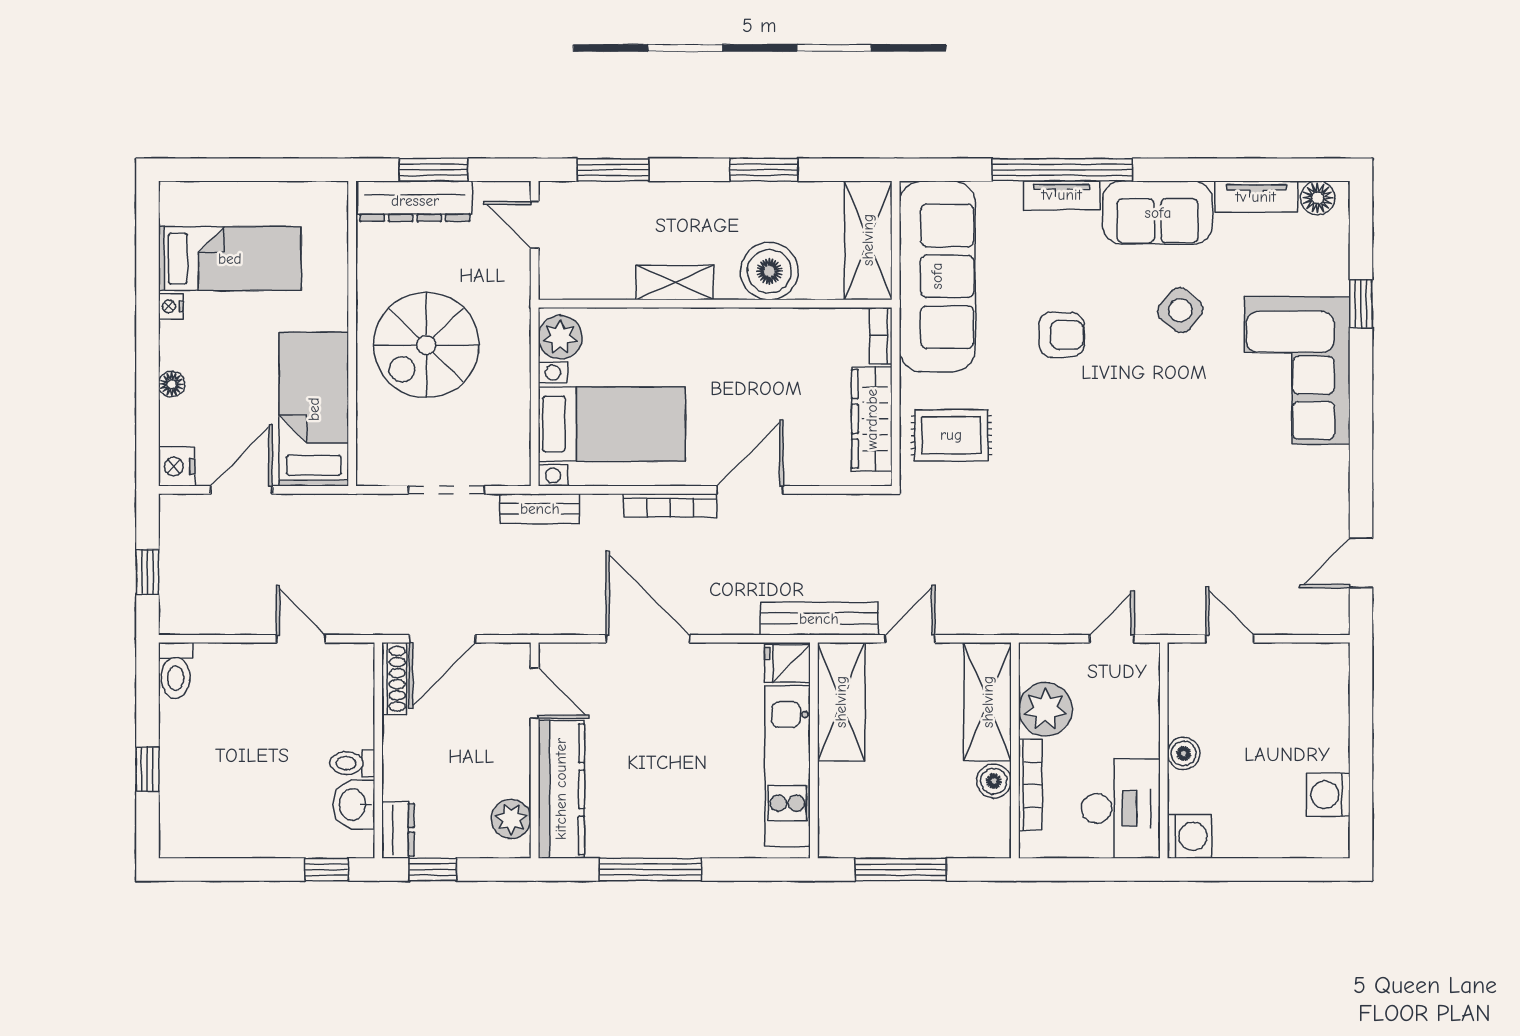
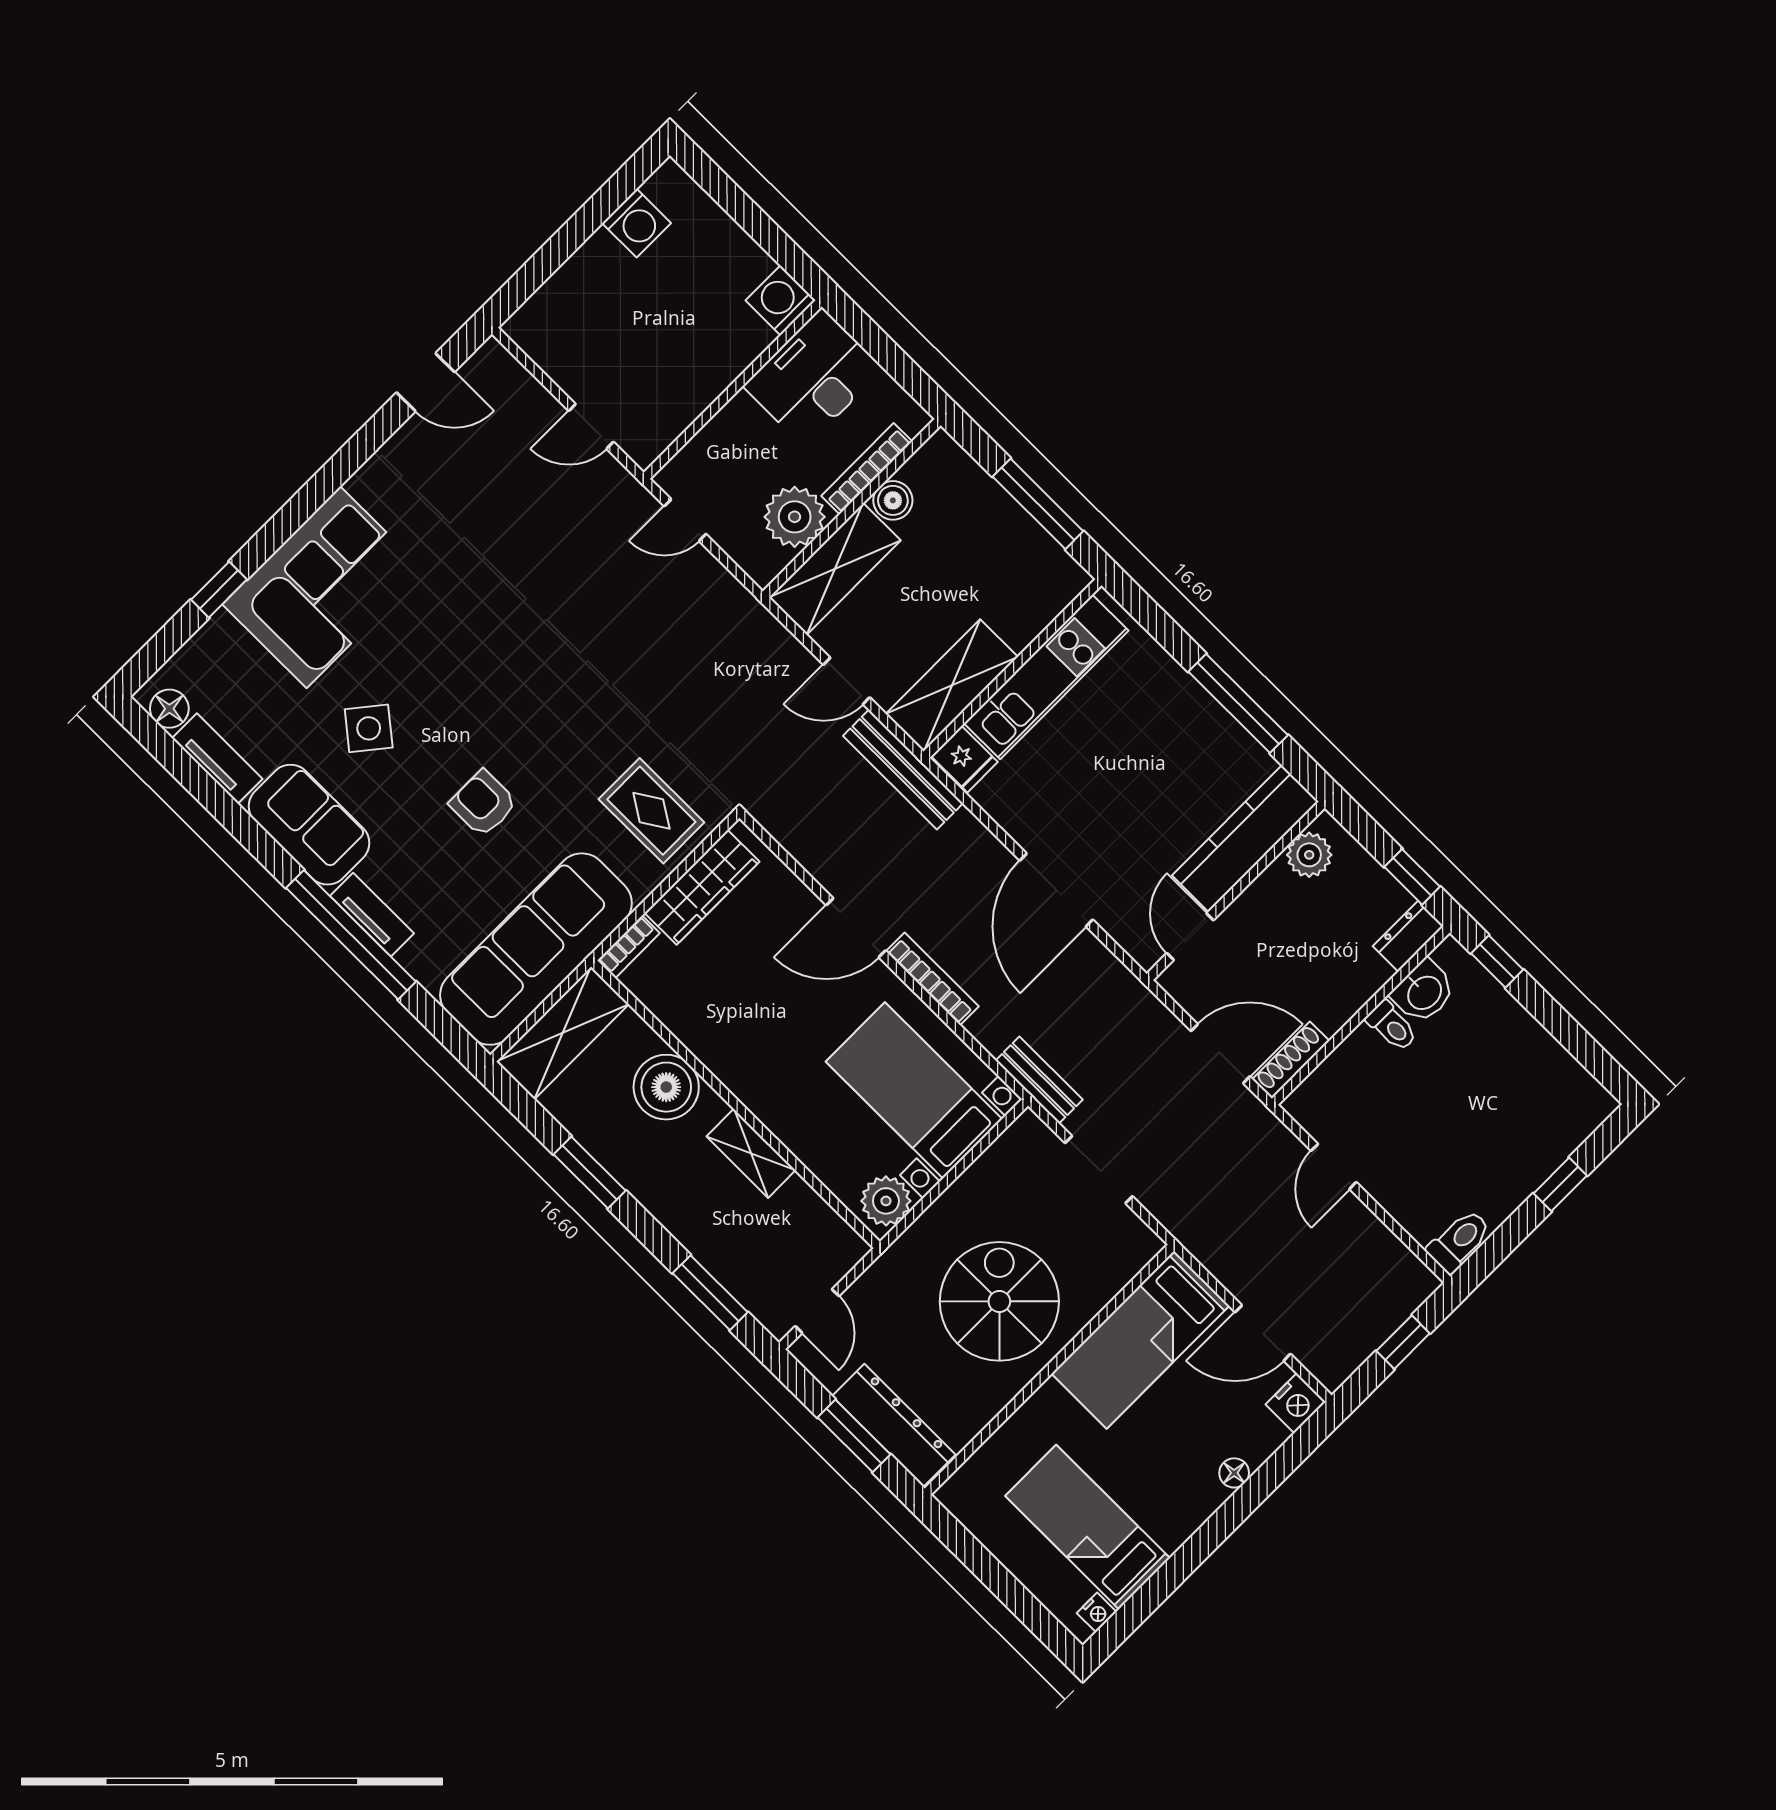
nightstand: (171, 306) -> (1097, 1612), moved
spiral stairs: (426, 345) -> (999, 1301), turned -90
door: (1230, 639) -> (591, 426), hinge flipped
boiler: (1184, 753) -> (719, 371), removed

